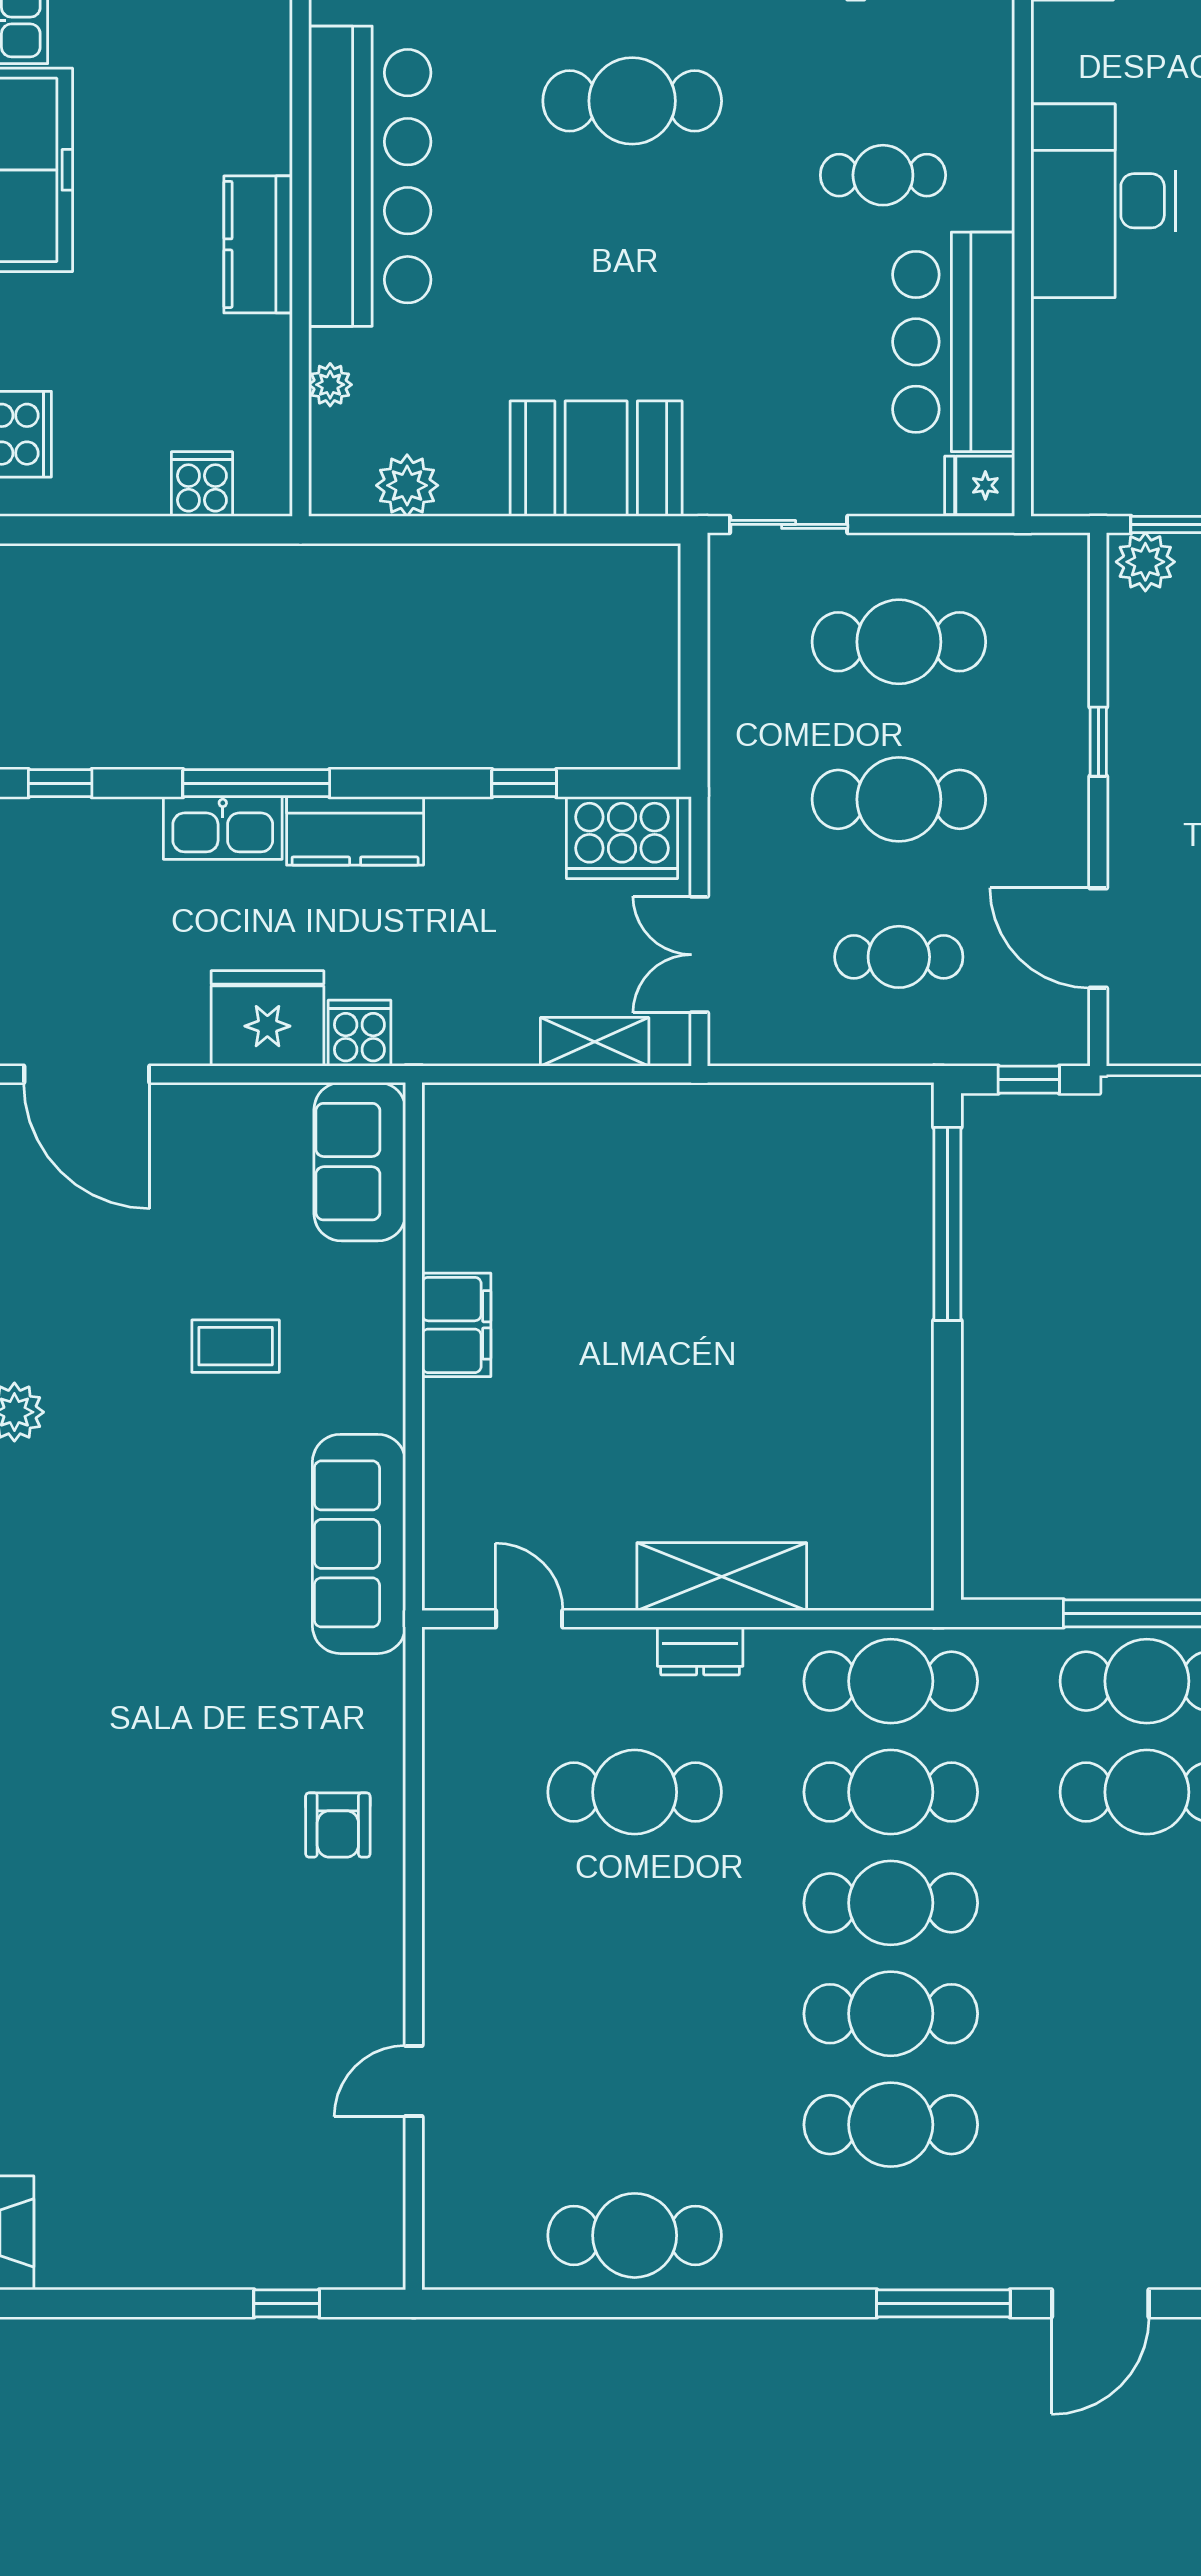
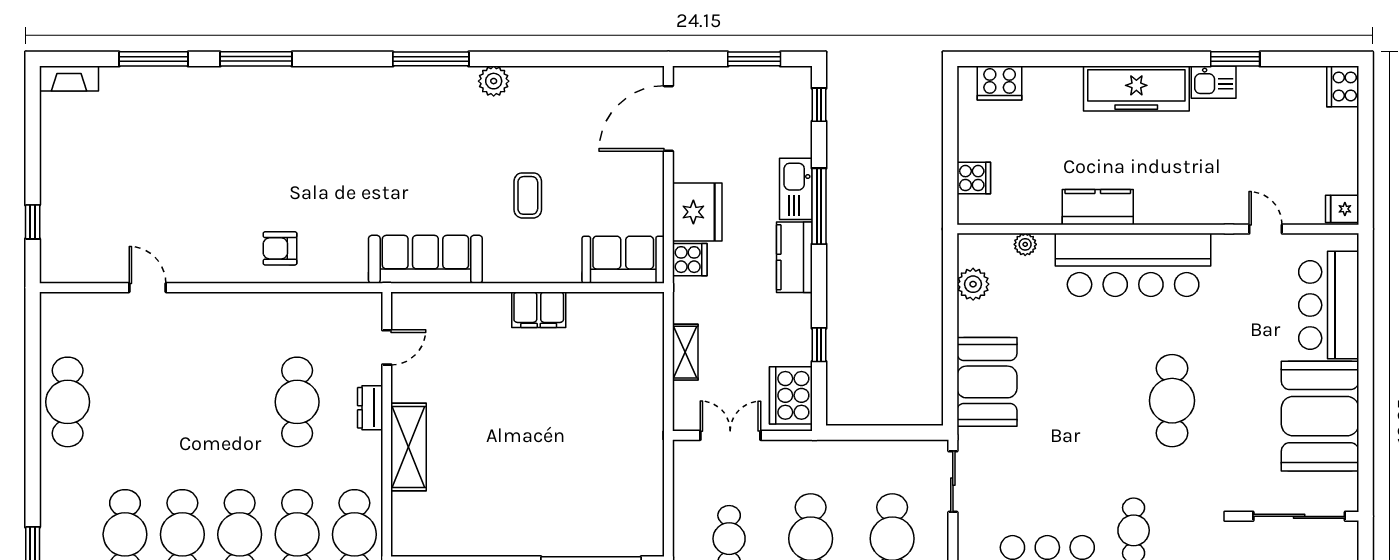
shelving: (595, 1042) -> (685, 352), moved
dresser: (700, 1651) -> (370, 408), moved

